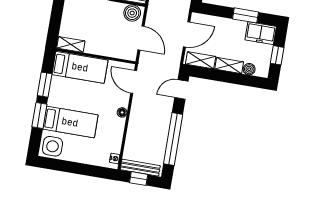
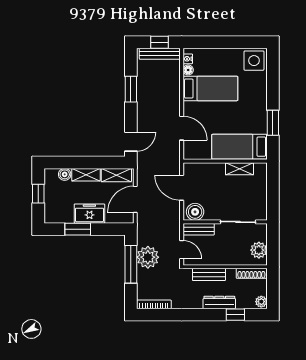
freezer: (261, 33) -> (89, 214), moved
shelving: (71, 44) -> (239, 169), moved
door: (134, 82) -> (182, 128), moved
floor lamp: (122, 112) -> (188, 70), moved
window: (39, 115) -> (273, 90), removed
bed: (70, 122) -> (210, 88), moved, turned 180
window: (173, 139) -> (131, 89), width x0.47

